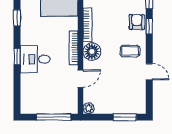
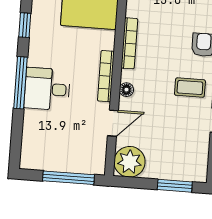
floor lamp: (92, 52) -> (126, 90), width x0.53, depth x0.53
window: (17, 56) -> (20, 83), width x2.17
plant: (89, 108) -> (130, 162), width x1.88, depth x1.88

